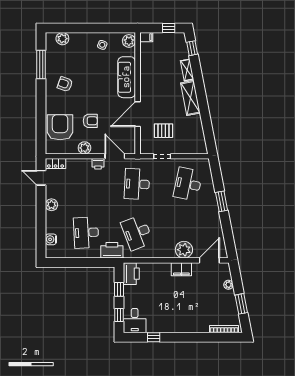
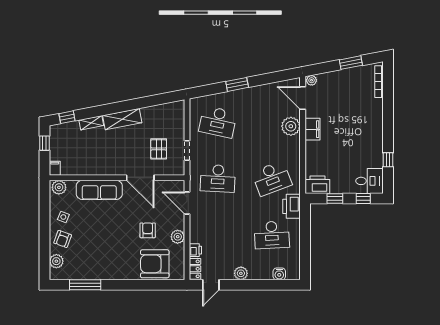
armchair: (65, 84) -> (63, 239), moved
door: (115, 156) -> (187, 203), hinge flipped
printer: (98, 164) -> (195, 250), moved
plant: (228, 285) -> (312, 80), moved

